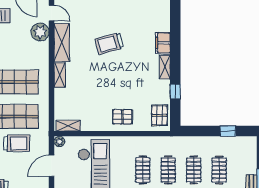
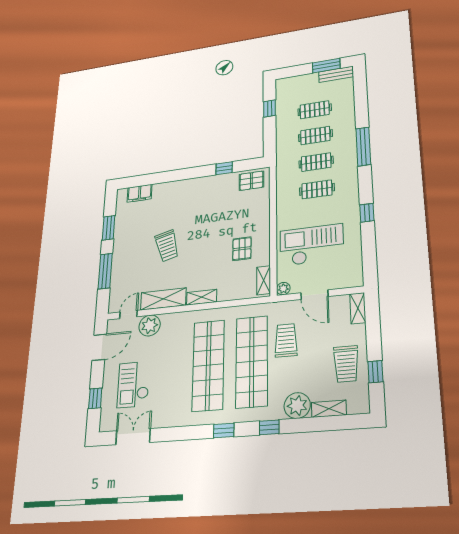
filing cabinet: (163, 43) -> (140, 193), moved
shelving: (165, 67) -> (196, 183), removed
pallet: (122, 117) -> (242, 249), moved

